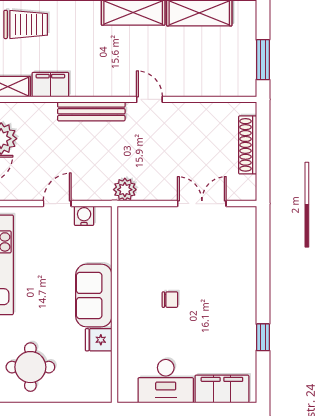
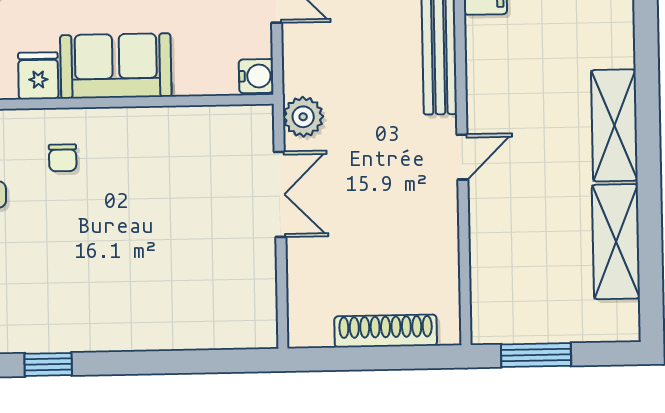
double door: (202, 204) -> (280, 194), moved
water cooler: (84, 216) -> (256, 76), moved
chair: (170, 300) -> (63, 158), moved

